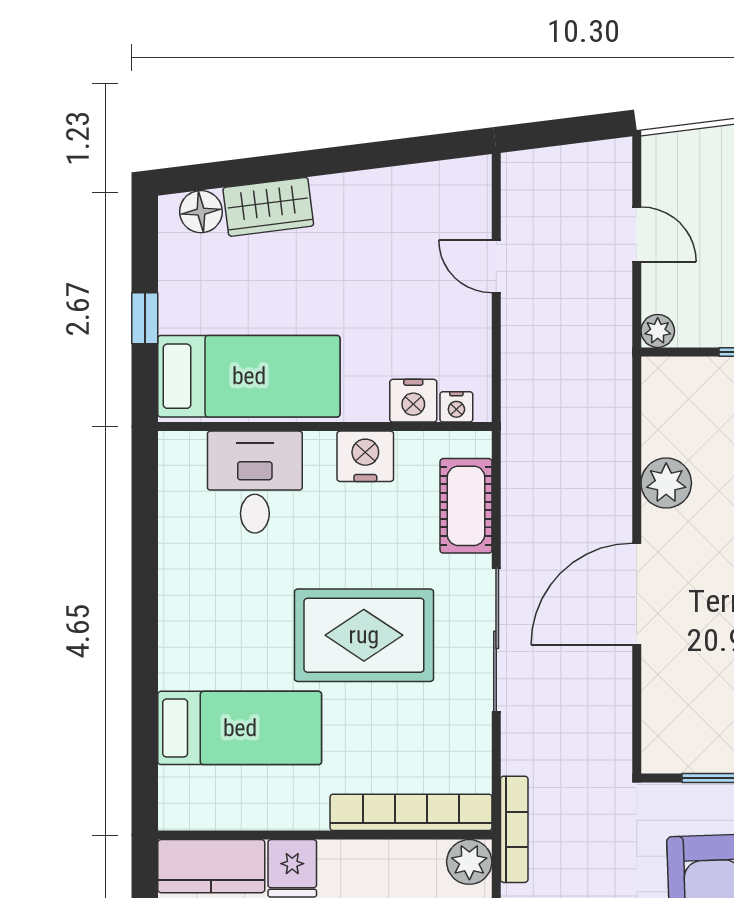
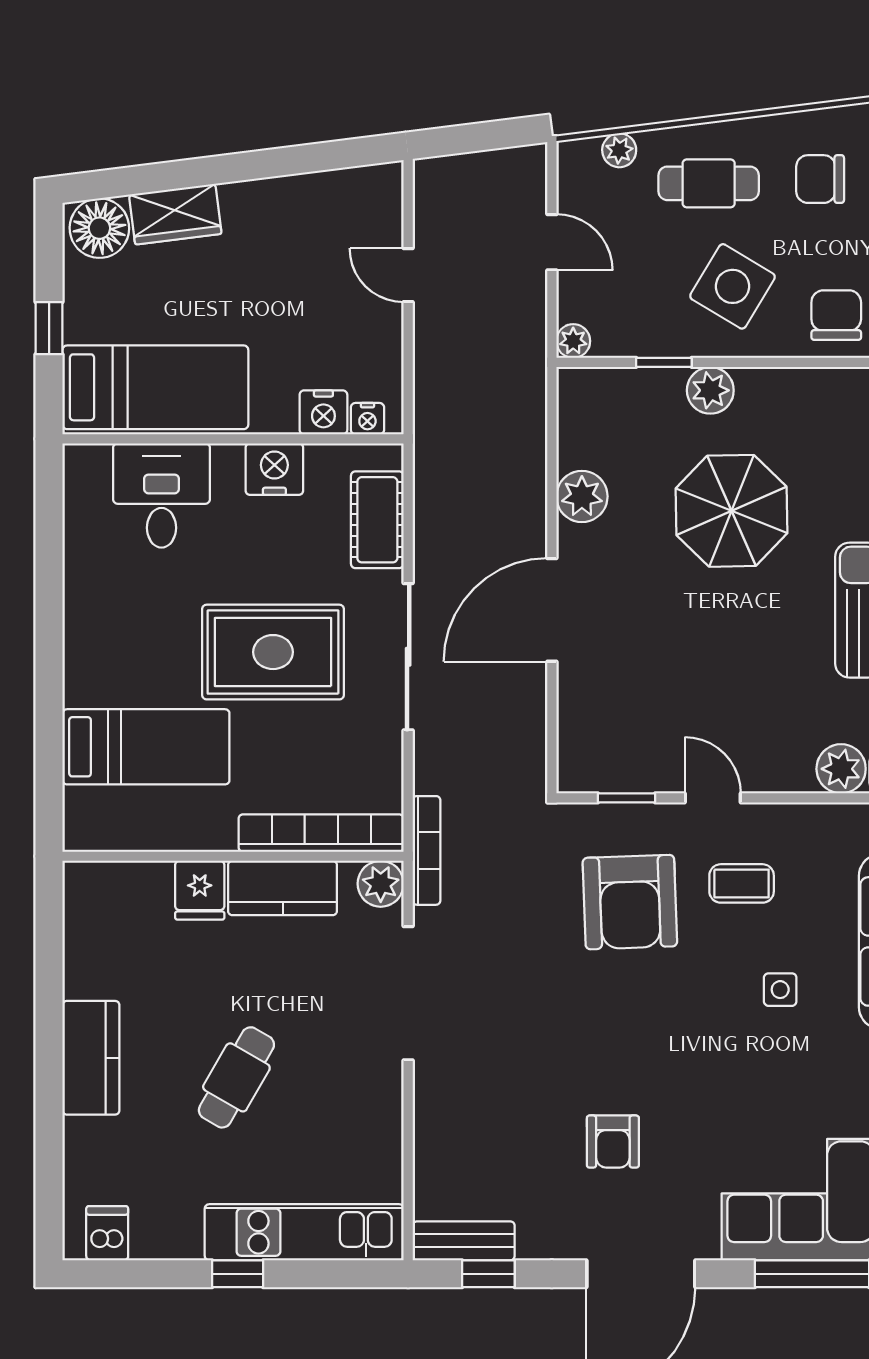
plant: (703, 144) -> (619, 150), added
floor lamp: (201, 212) -> (99, 228), width x1.38, depth x1.38
kitchen counter: (211, 866) -> (283, 888), moved

